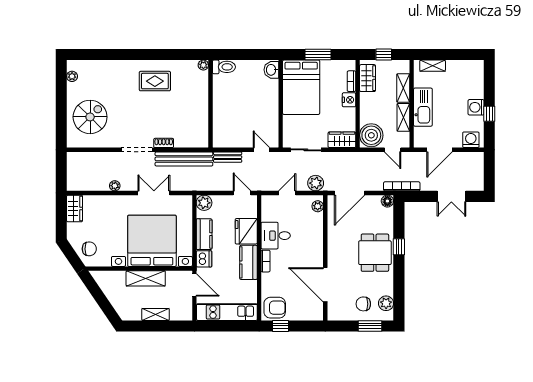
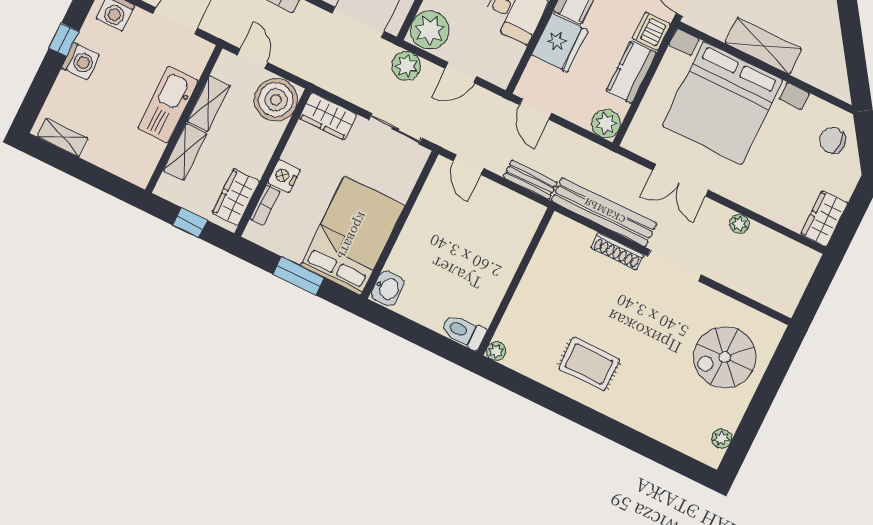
shelving: (433, 66) -> (62, 138), moved
shoe rack: (164, 143) -> (617, 251), width x1.43
plant: (318, 206) -> (430, 30), width x1.88, depth x1.88

